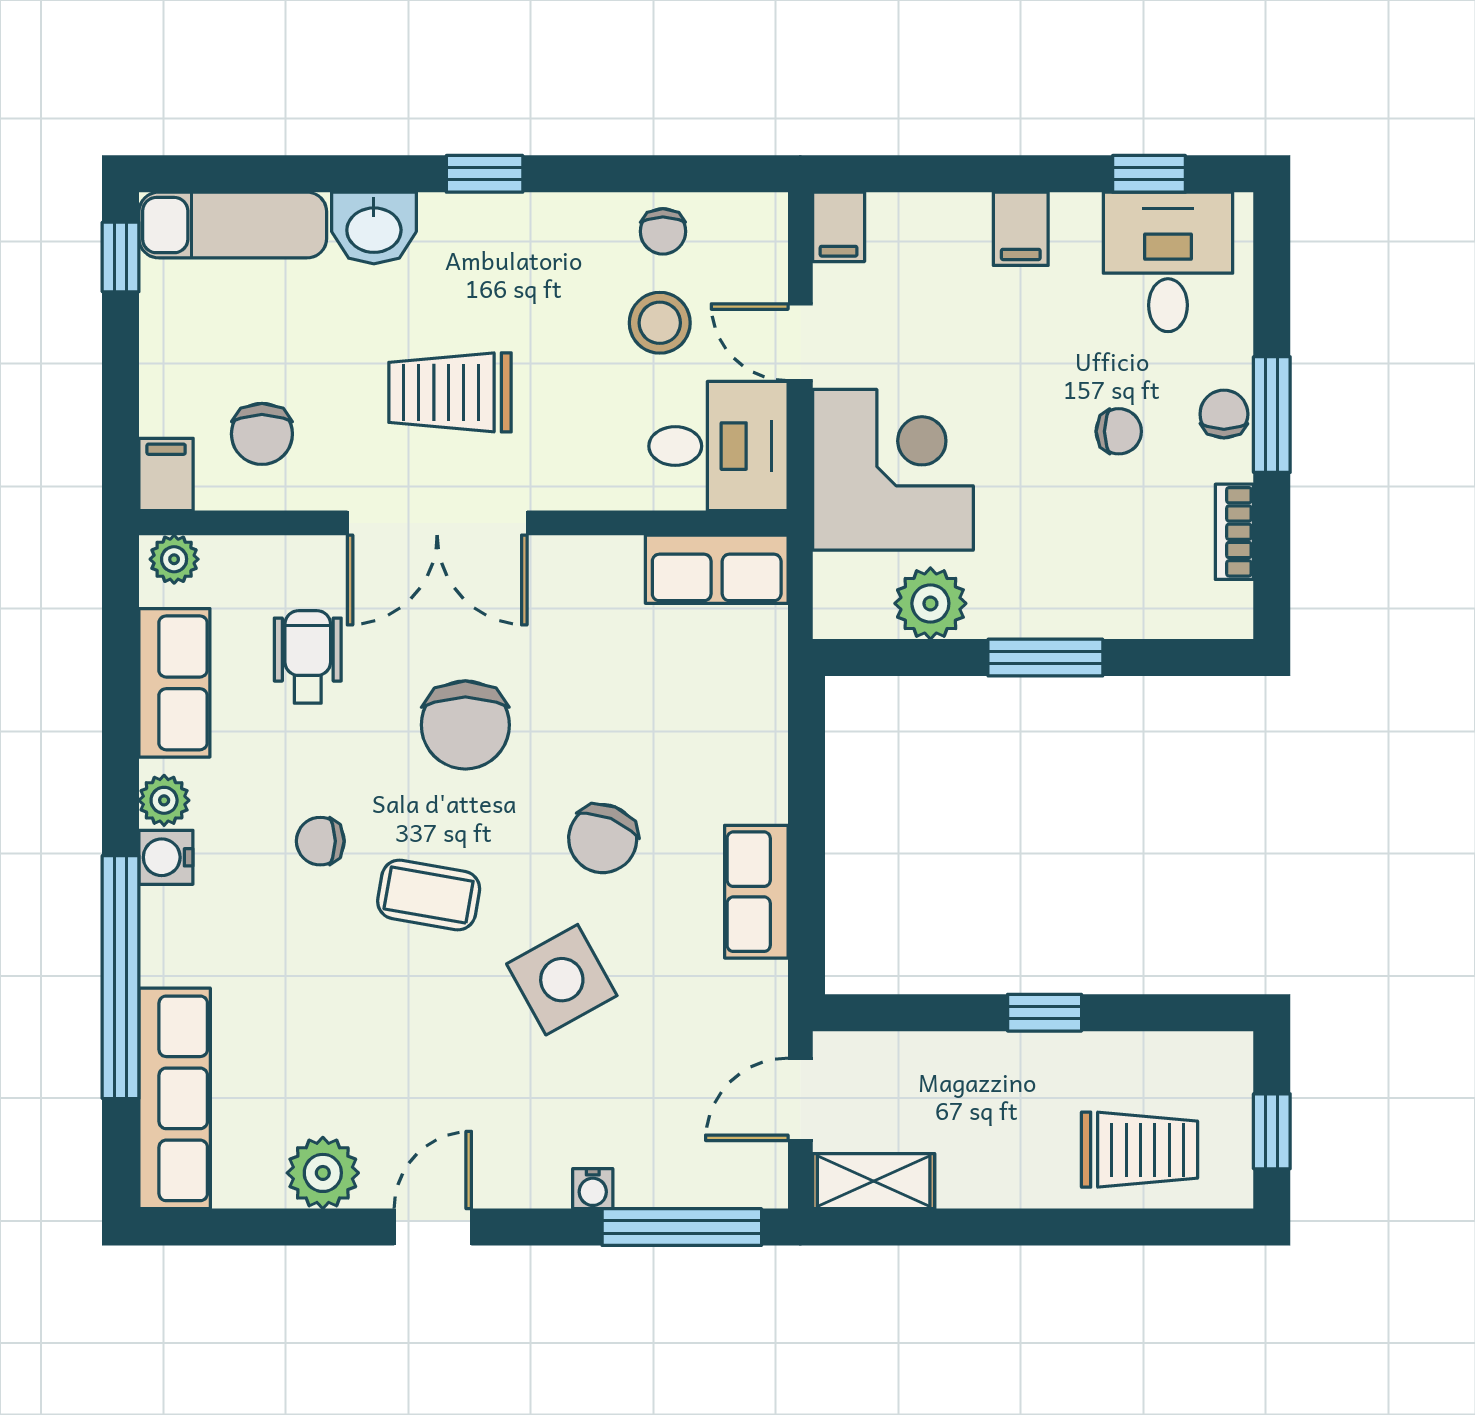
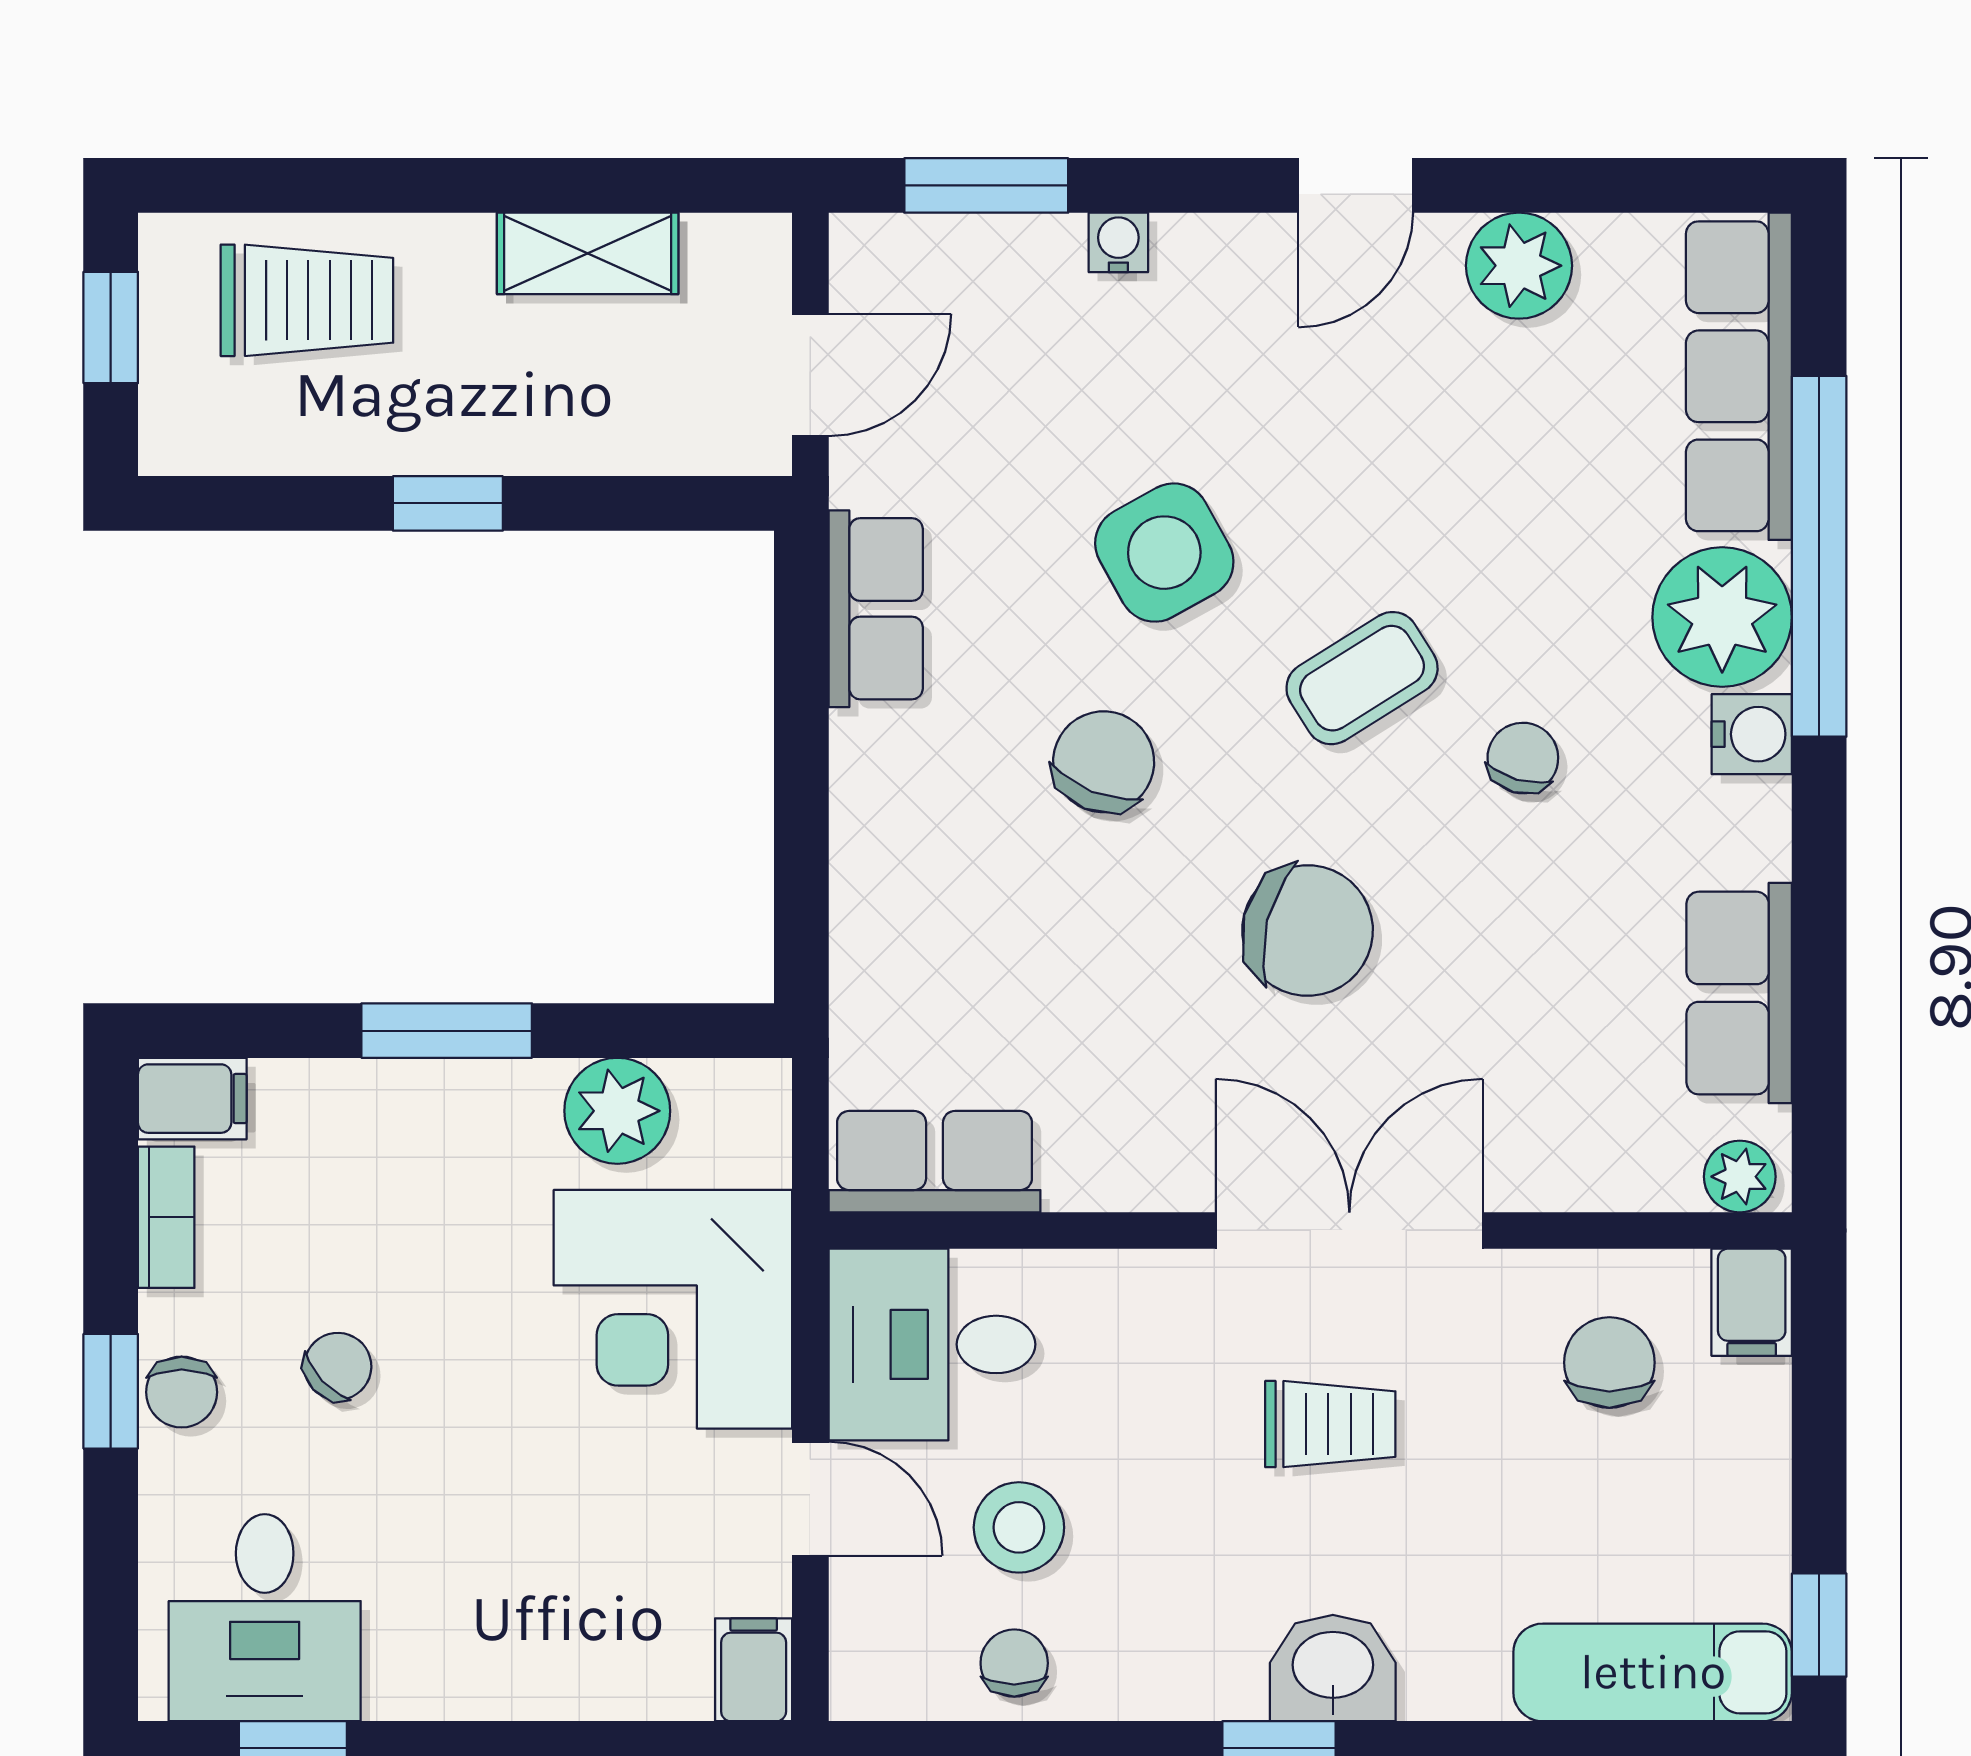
washbasin: (374, 228) -> (1333, 1668), moved
filing cabinet: (1021, 229) -> (192, 1099), moved, turned 90
trolley: (450, 392) -> (1330, 1424), width x0.73, depth x0.72
window: (1272, 415) -> (111, 1391), width x0.67
chair: (1119, 431) -> (338, 1366), turned 137
wheelchair: (308, 657) -> (1541, 1031), removed
chair: (465, 725) -> (1308, 931), turned 104
plant: (164, 800) -> (1722, 617), moved, width x1.87, depth x1.87
chair: (320, 841) -> (1523, 758), turned -74
row of seats: (756, 892) -> (876, 609), moved
coffee table: (429, 895) -> (1362, 678), turned -42
trolley: (1139, 1150) -> (307, 300), turned 180
shelving: (874, 1181) -> (588, 253), moved
window: (682, 1227) -> (986, 185), width x0.69

